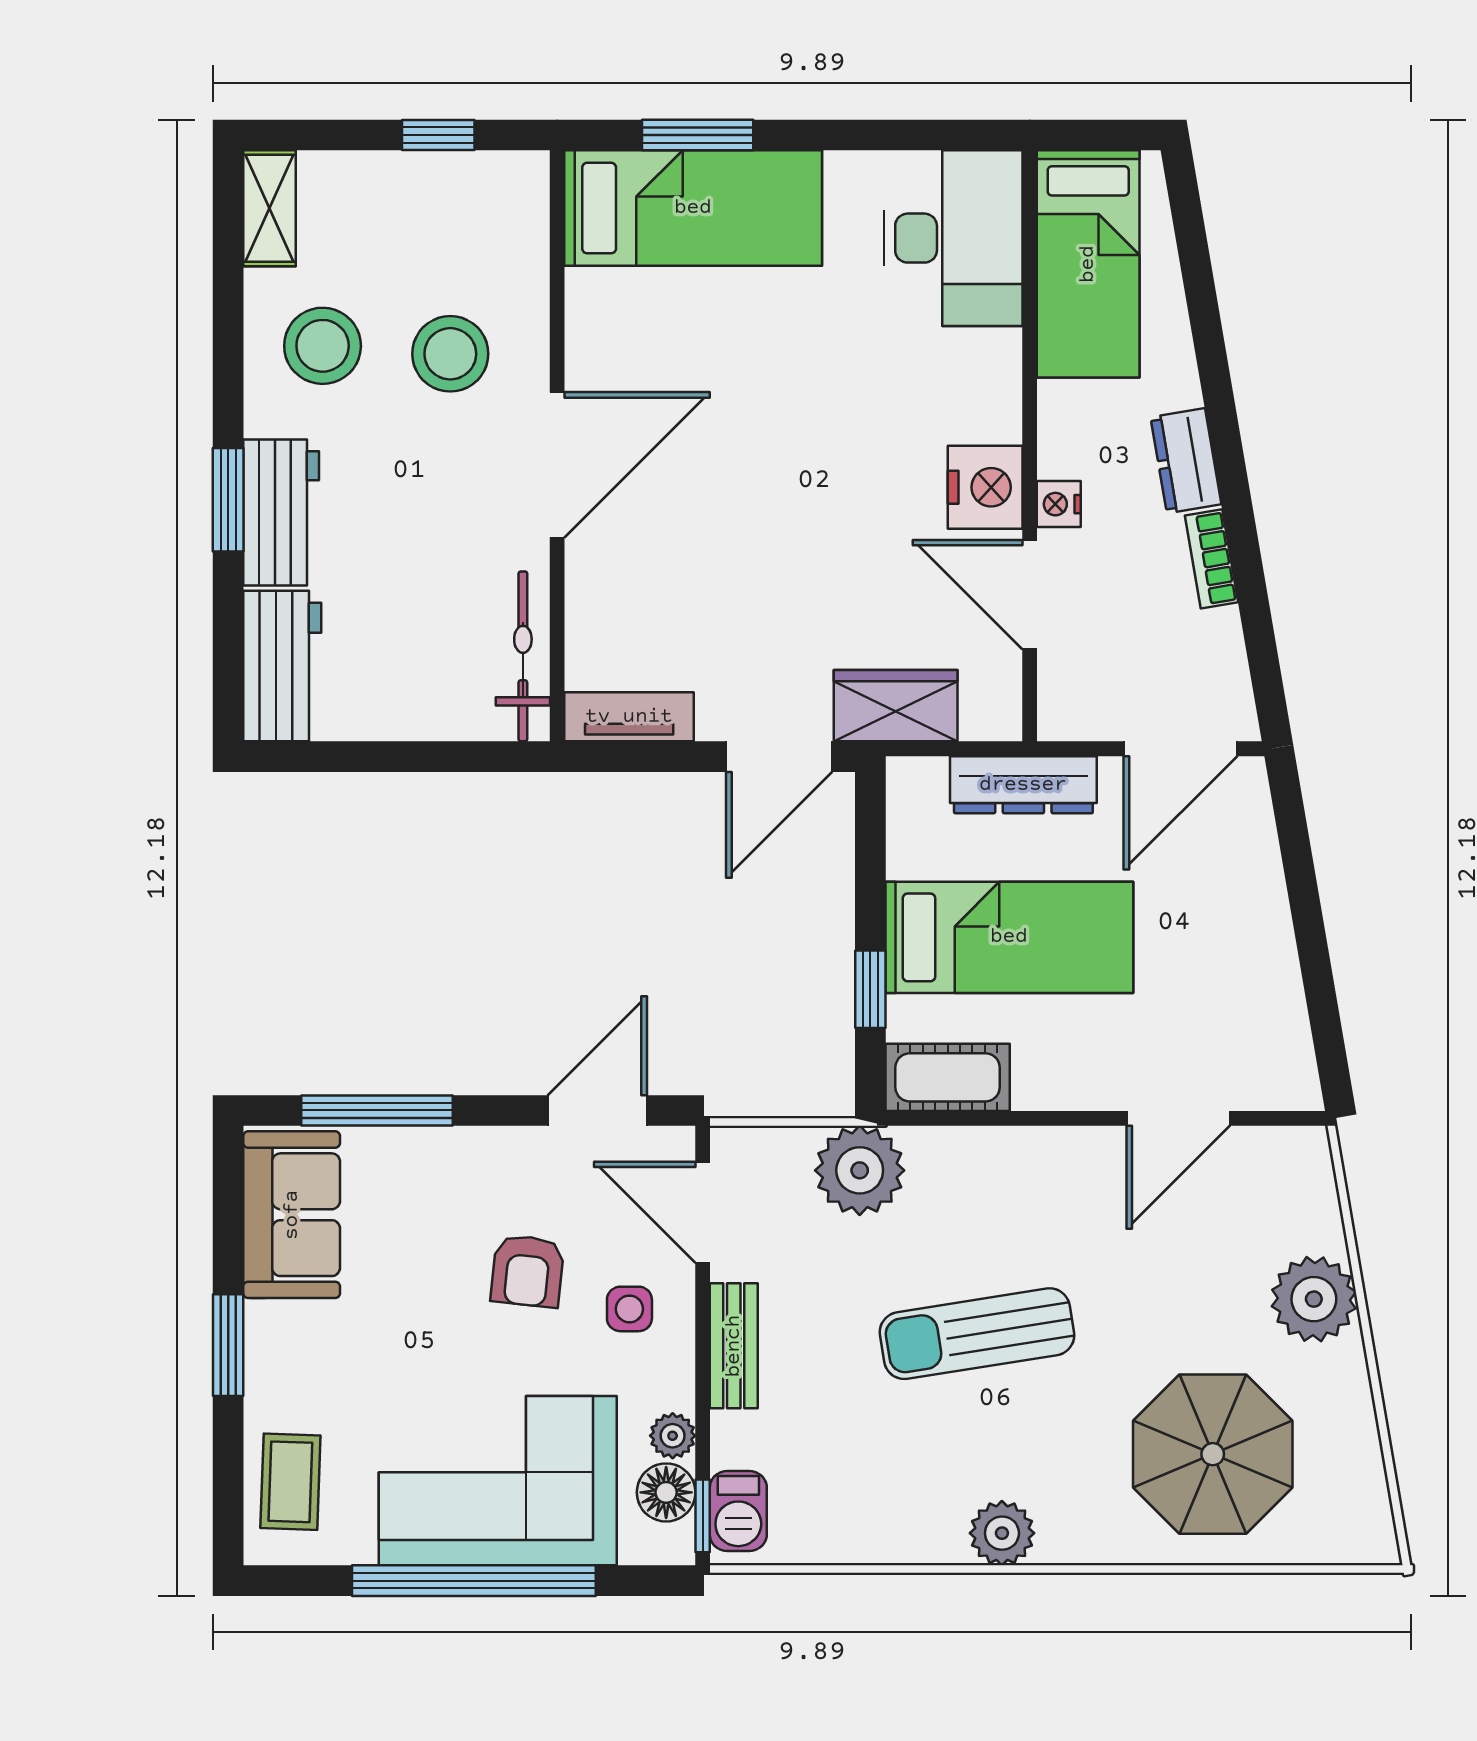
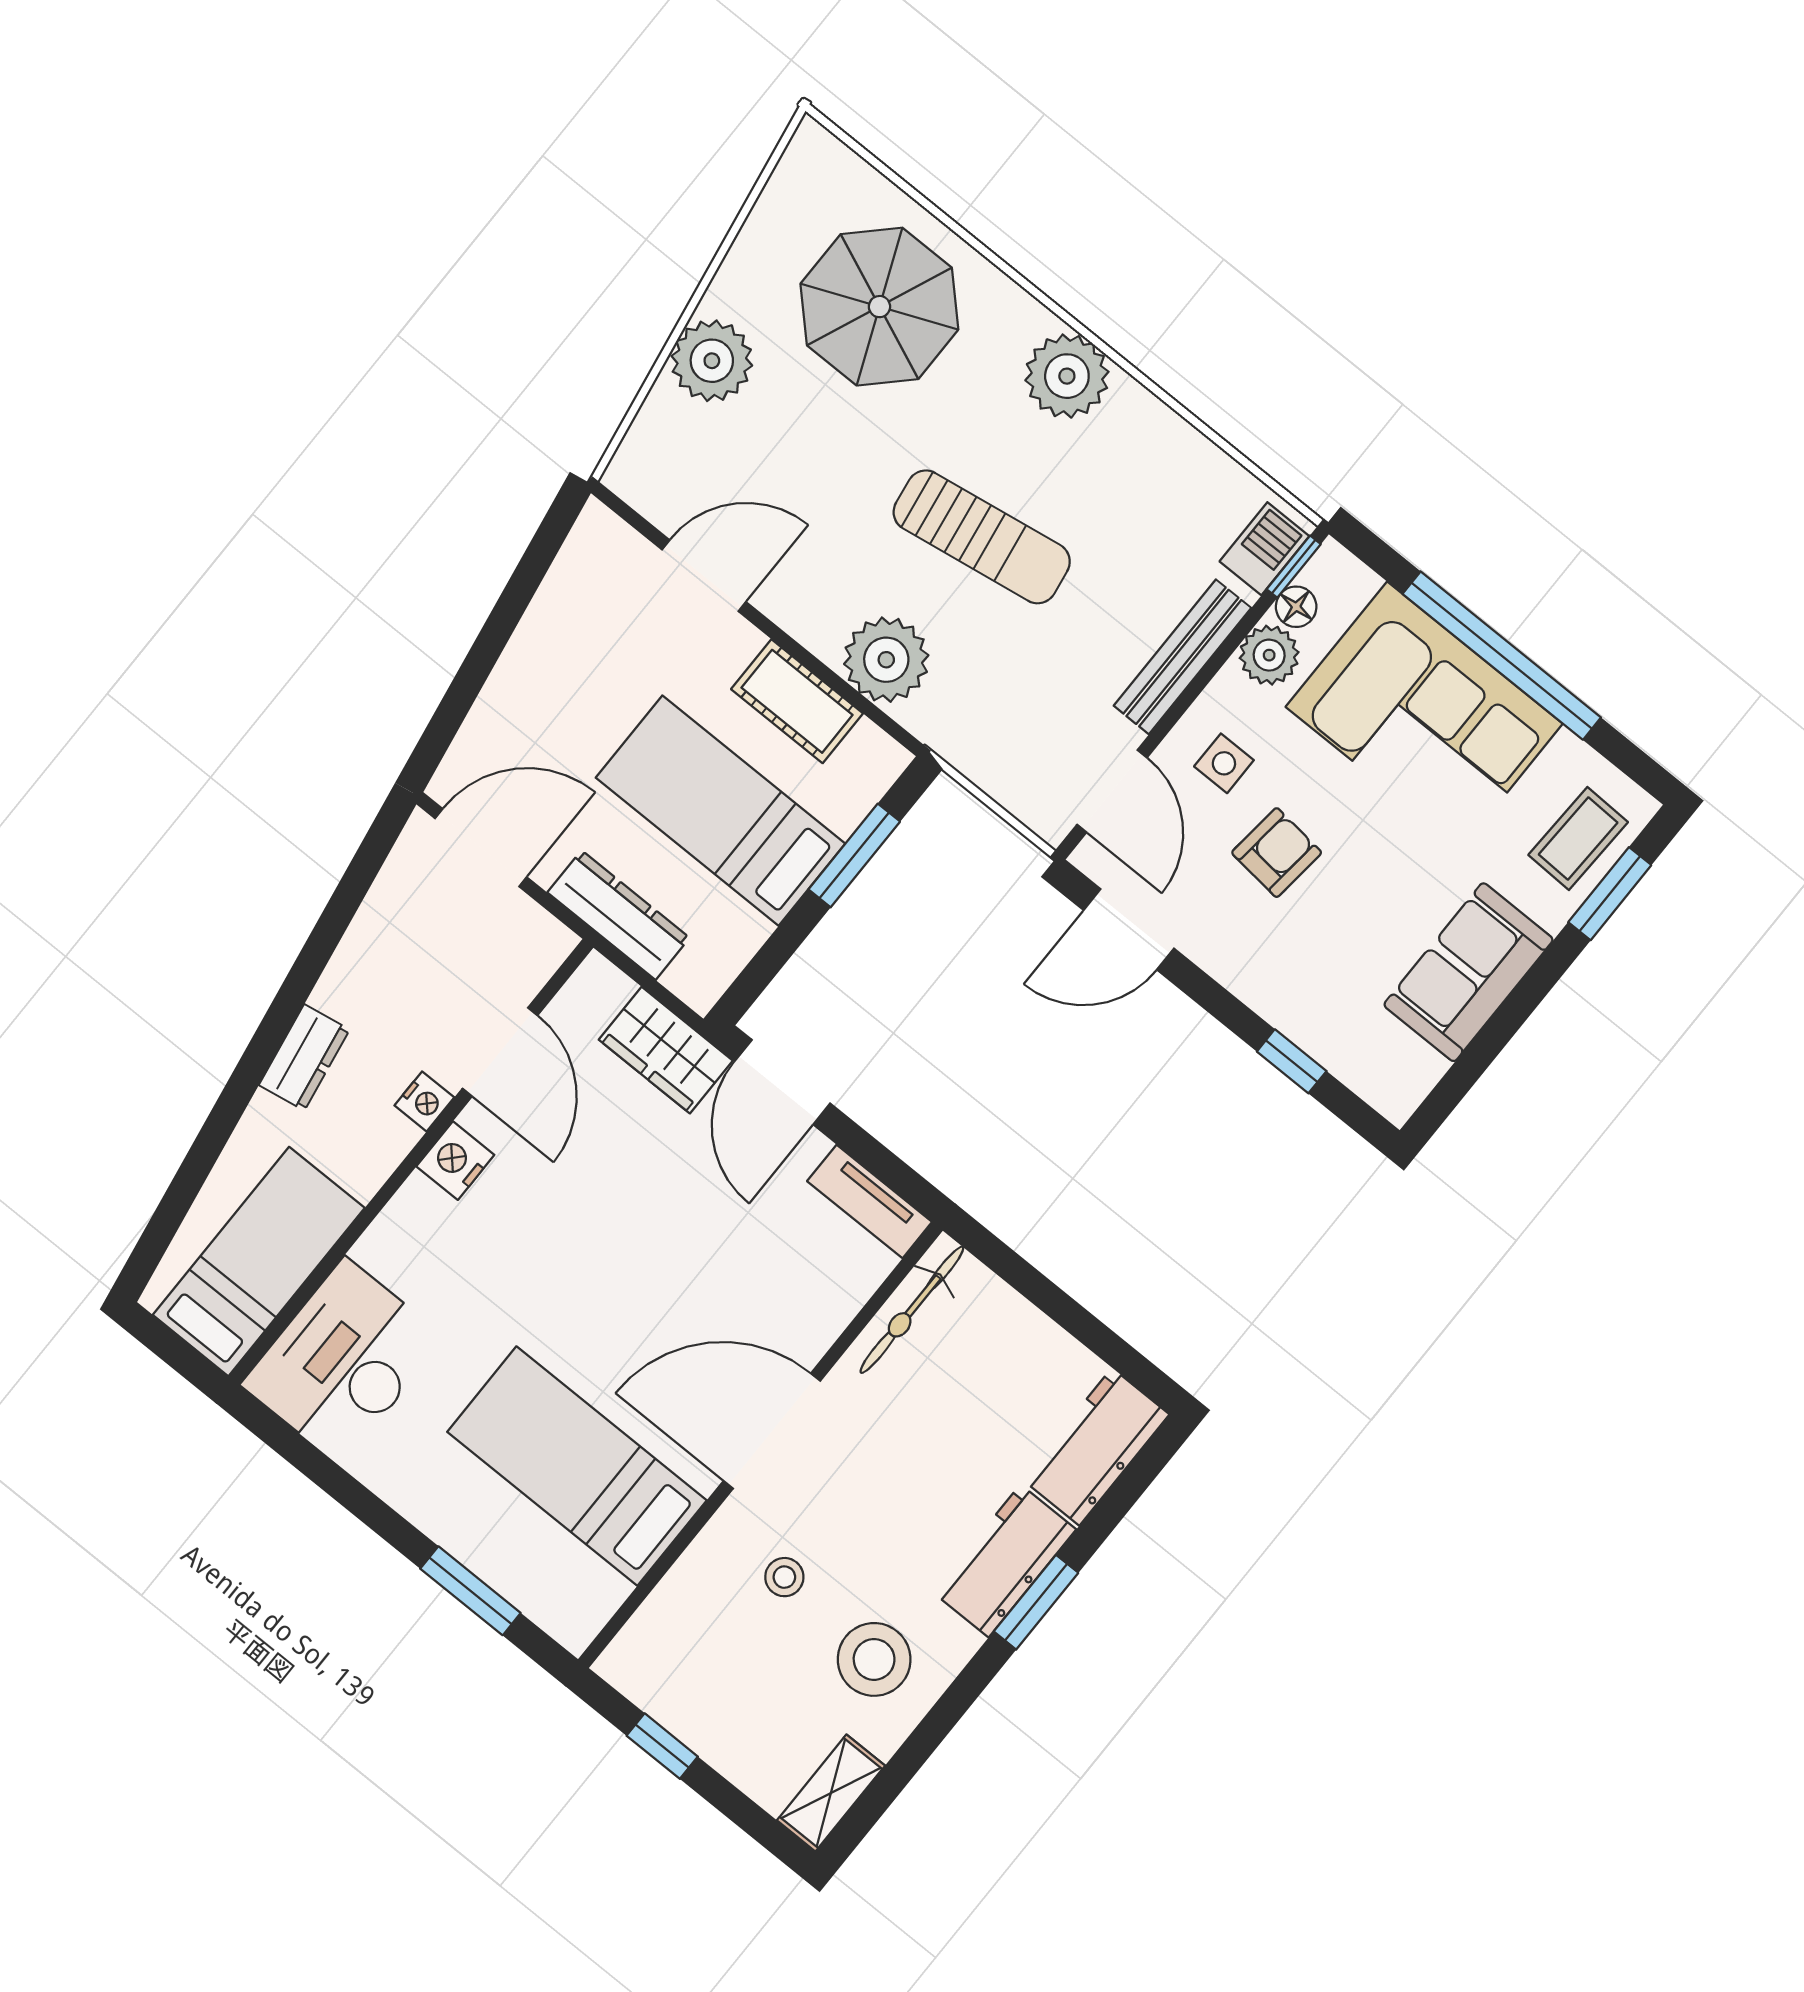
bed: (693, 208) -> (577, 1466), moved
stool: (450, 354) -> (784, 1577), width x0.53, depth x0.53
nightstand: (985, 487) -> (455, 1161), width x0.74, depth x0.75
bookcase: (1211, 559) -> (344, 969), removed
door: (779, 757) -> (782, 1082), swing flipped
window: (870, 989) -> (854, 856), width x1.50
cot: (948, 1077) -> (797, 701), moved
window: (377, 1110) -> (1292, 1061), width x0.46
plant: (860, 1170) -> (886, 660), moved
sofa: (292, 1215) -> (1468, 972), moved
window: (228, 1345) -> (1610, 894), moved
bench: (734, 1346) -> (1182, 657), width x1.36
plant: (673, 1436) -> (1269, 655), width x1.38, depth x1.38
floor lamp: (666, 1492) -> (1296, 607), width x0.73, depth x0.73
plant: (1002, 1533) -> (1067, 376), width x1.36, depth x1.36

